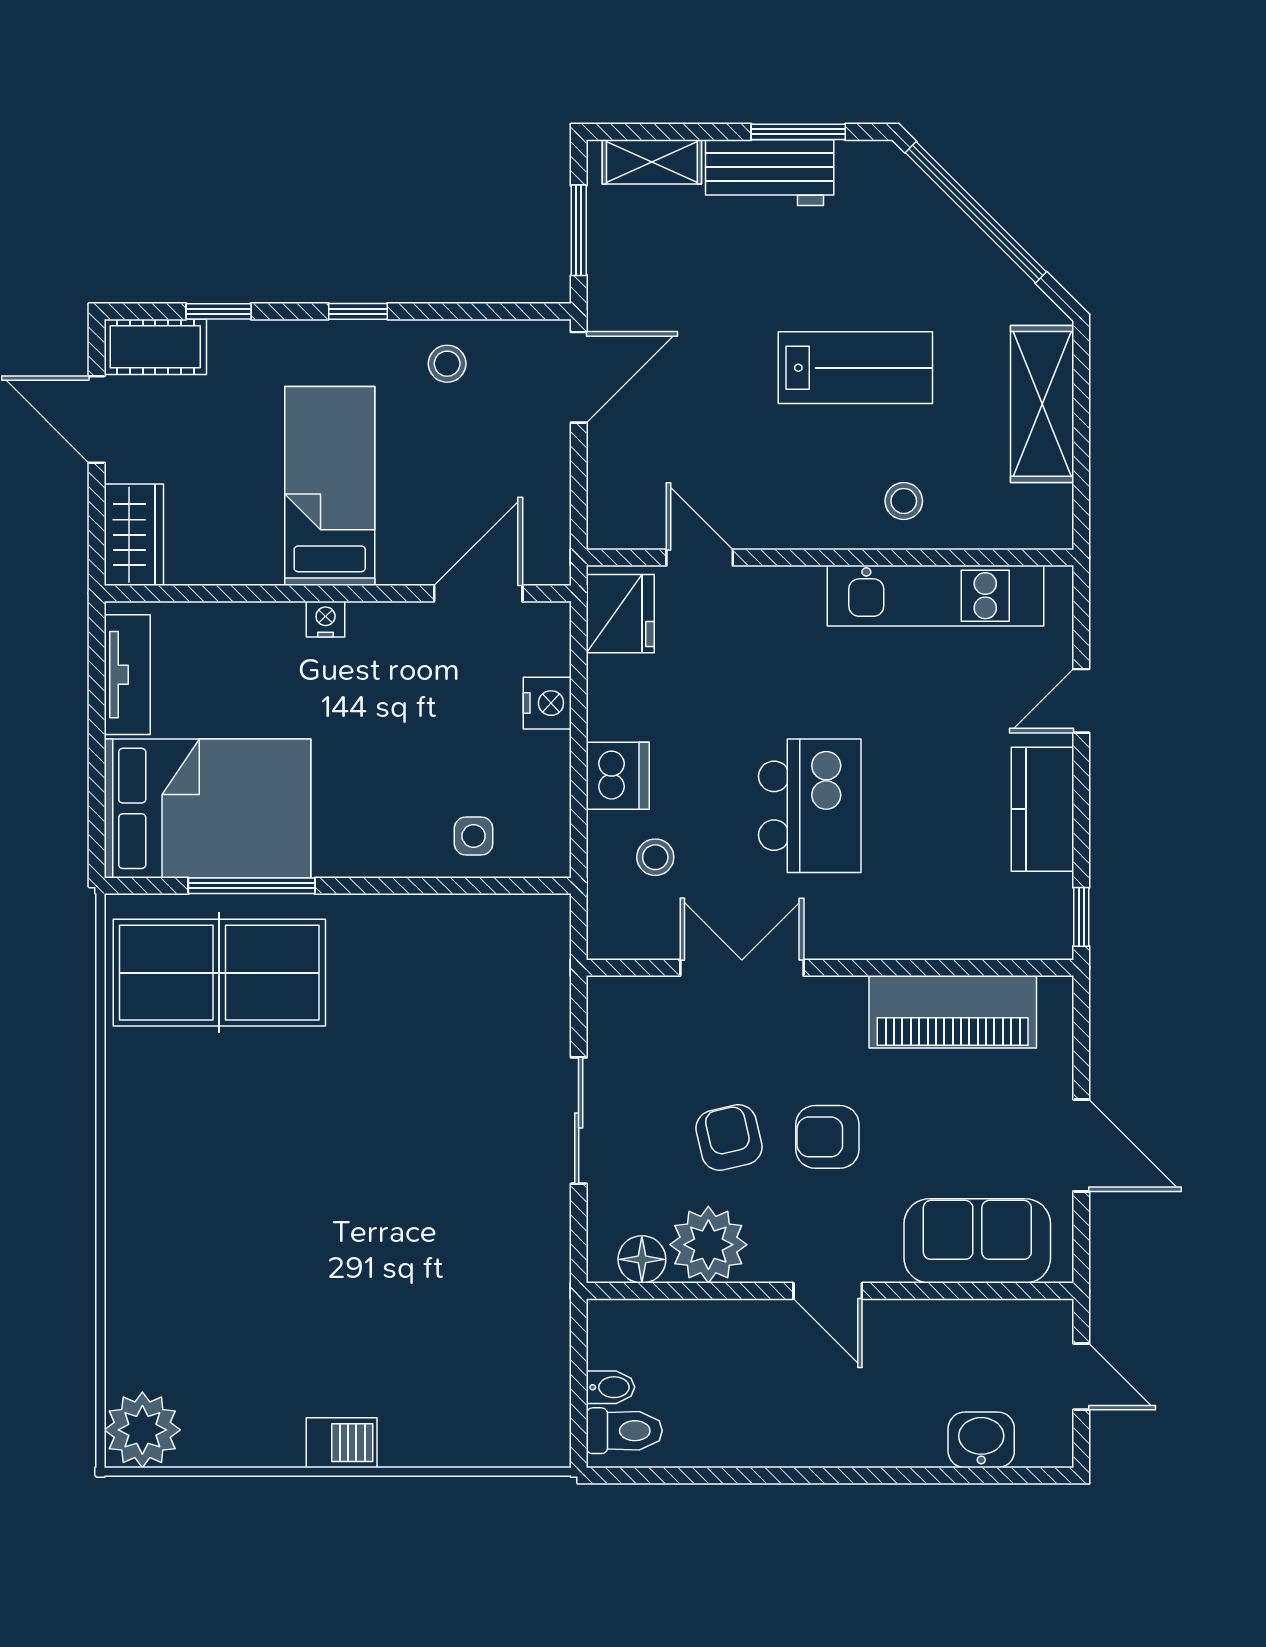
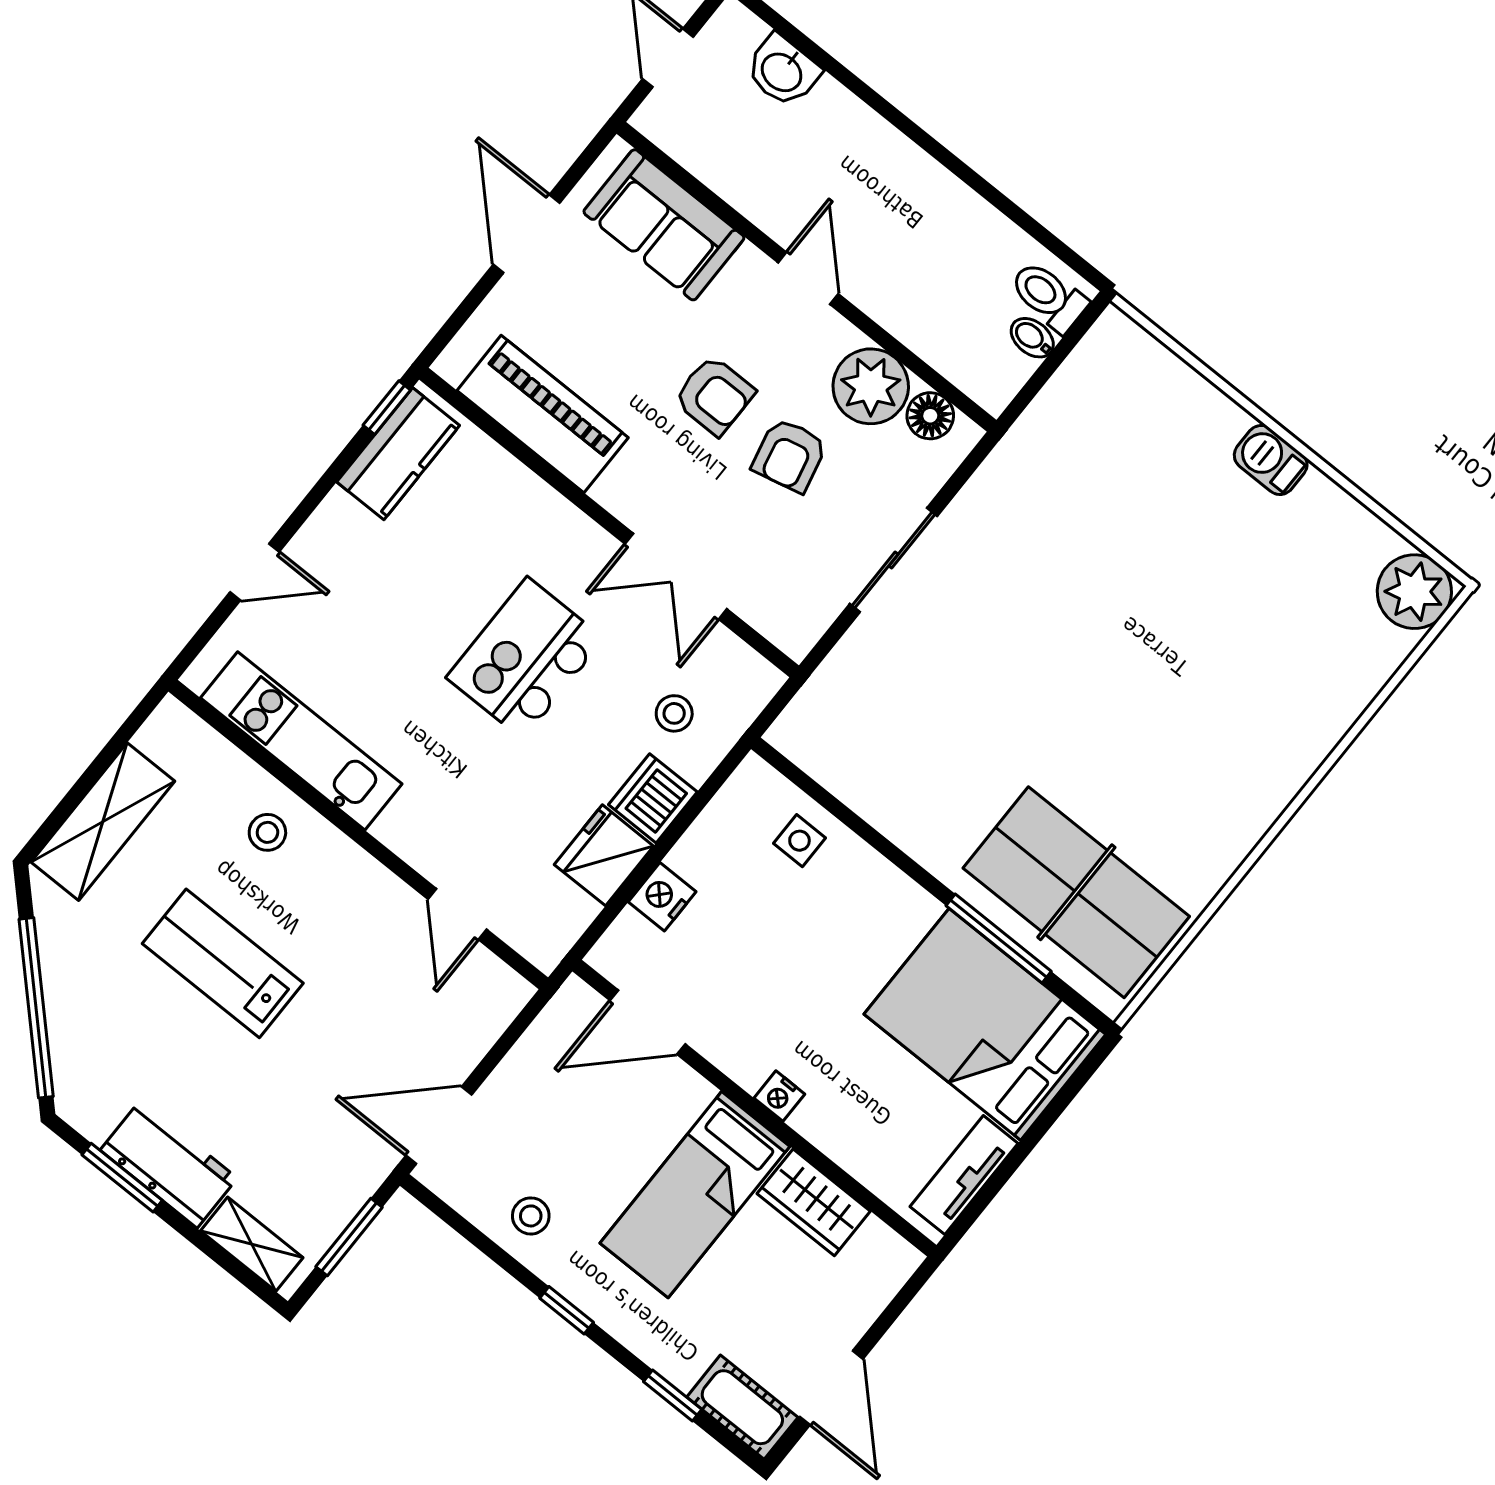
wardrobe: (134, 535) -> (814, 1202), moved, turned -90
fridge: (620, 614) -> (604, 855), moved
kitchen counter: (1043, 809) -> (398, 454), moved

